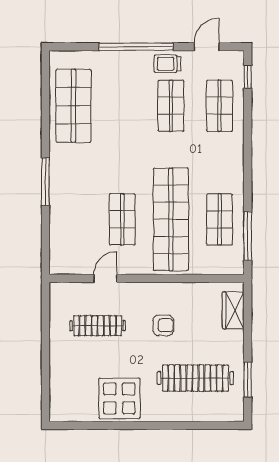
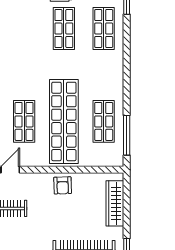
wardrobe: (233, 310) -> (115, 203), width x1.50
armchair: (163, 325) -> (63, 185), moved, turned 88

